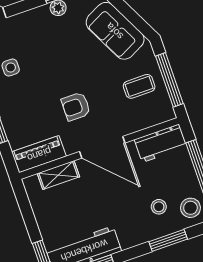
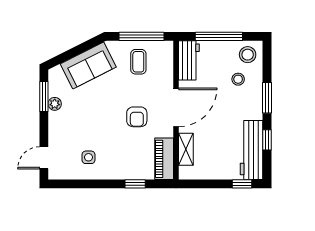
window: (168, 240) -> (267, 98), moved

